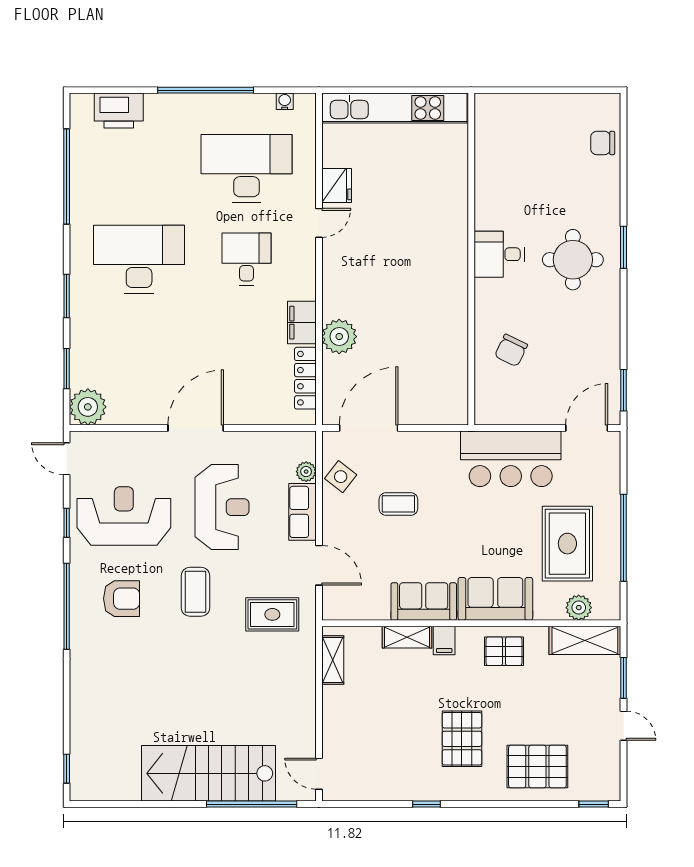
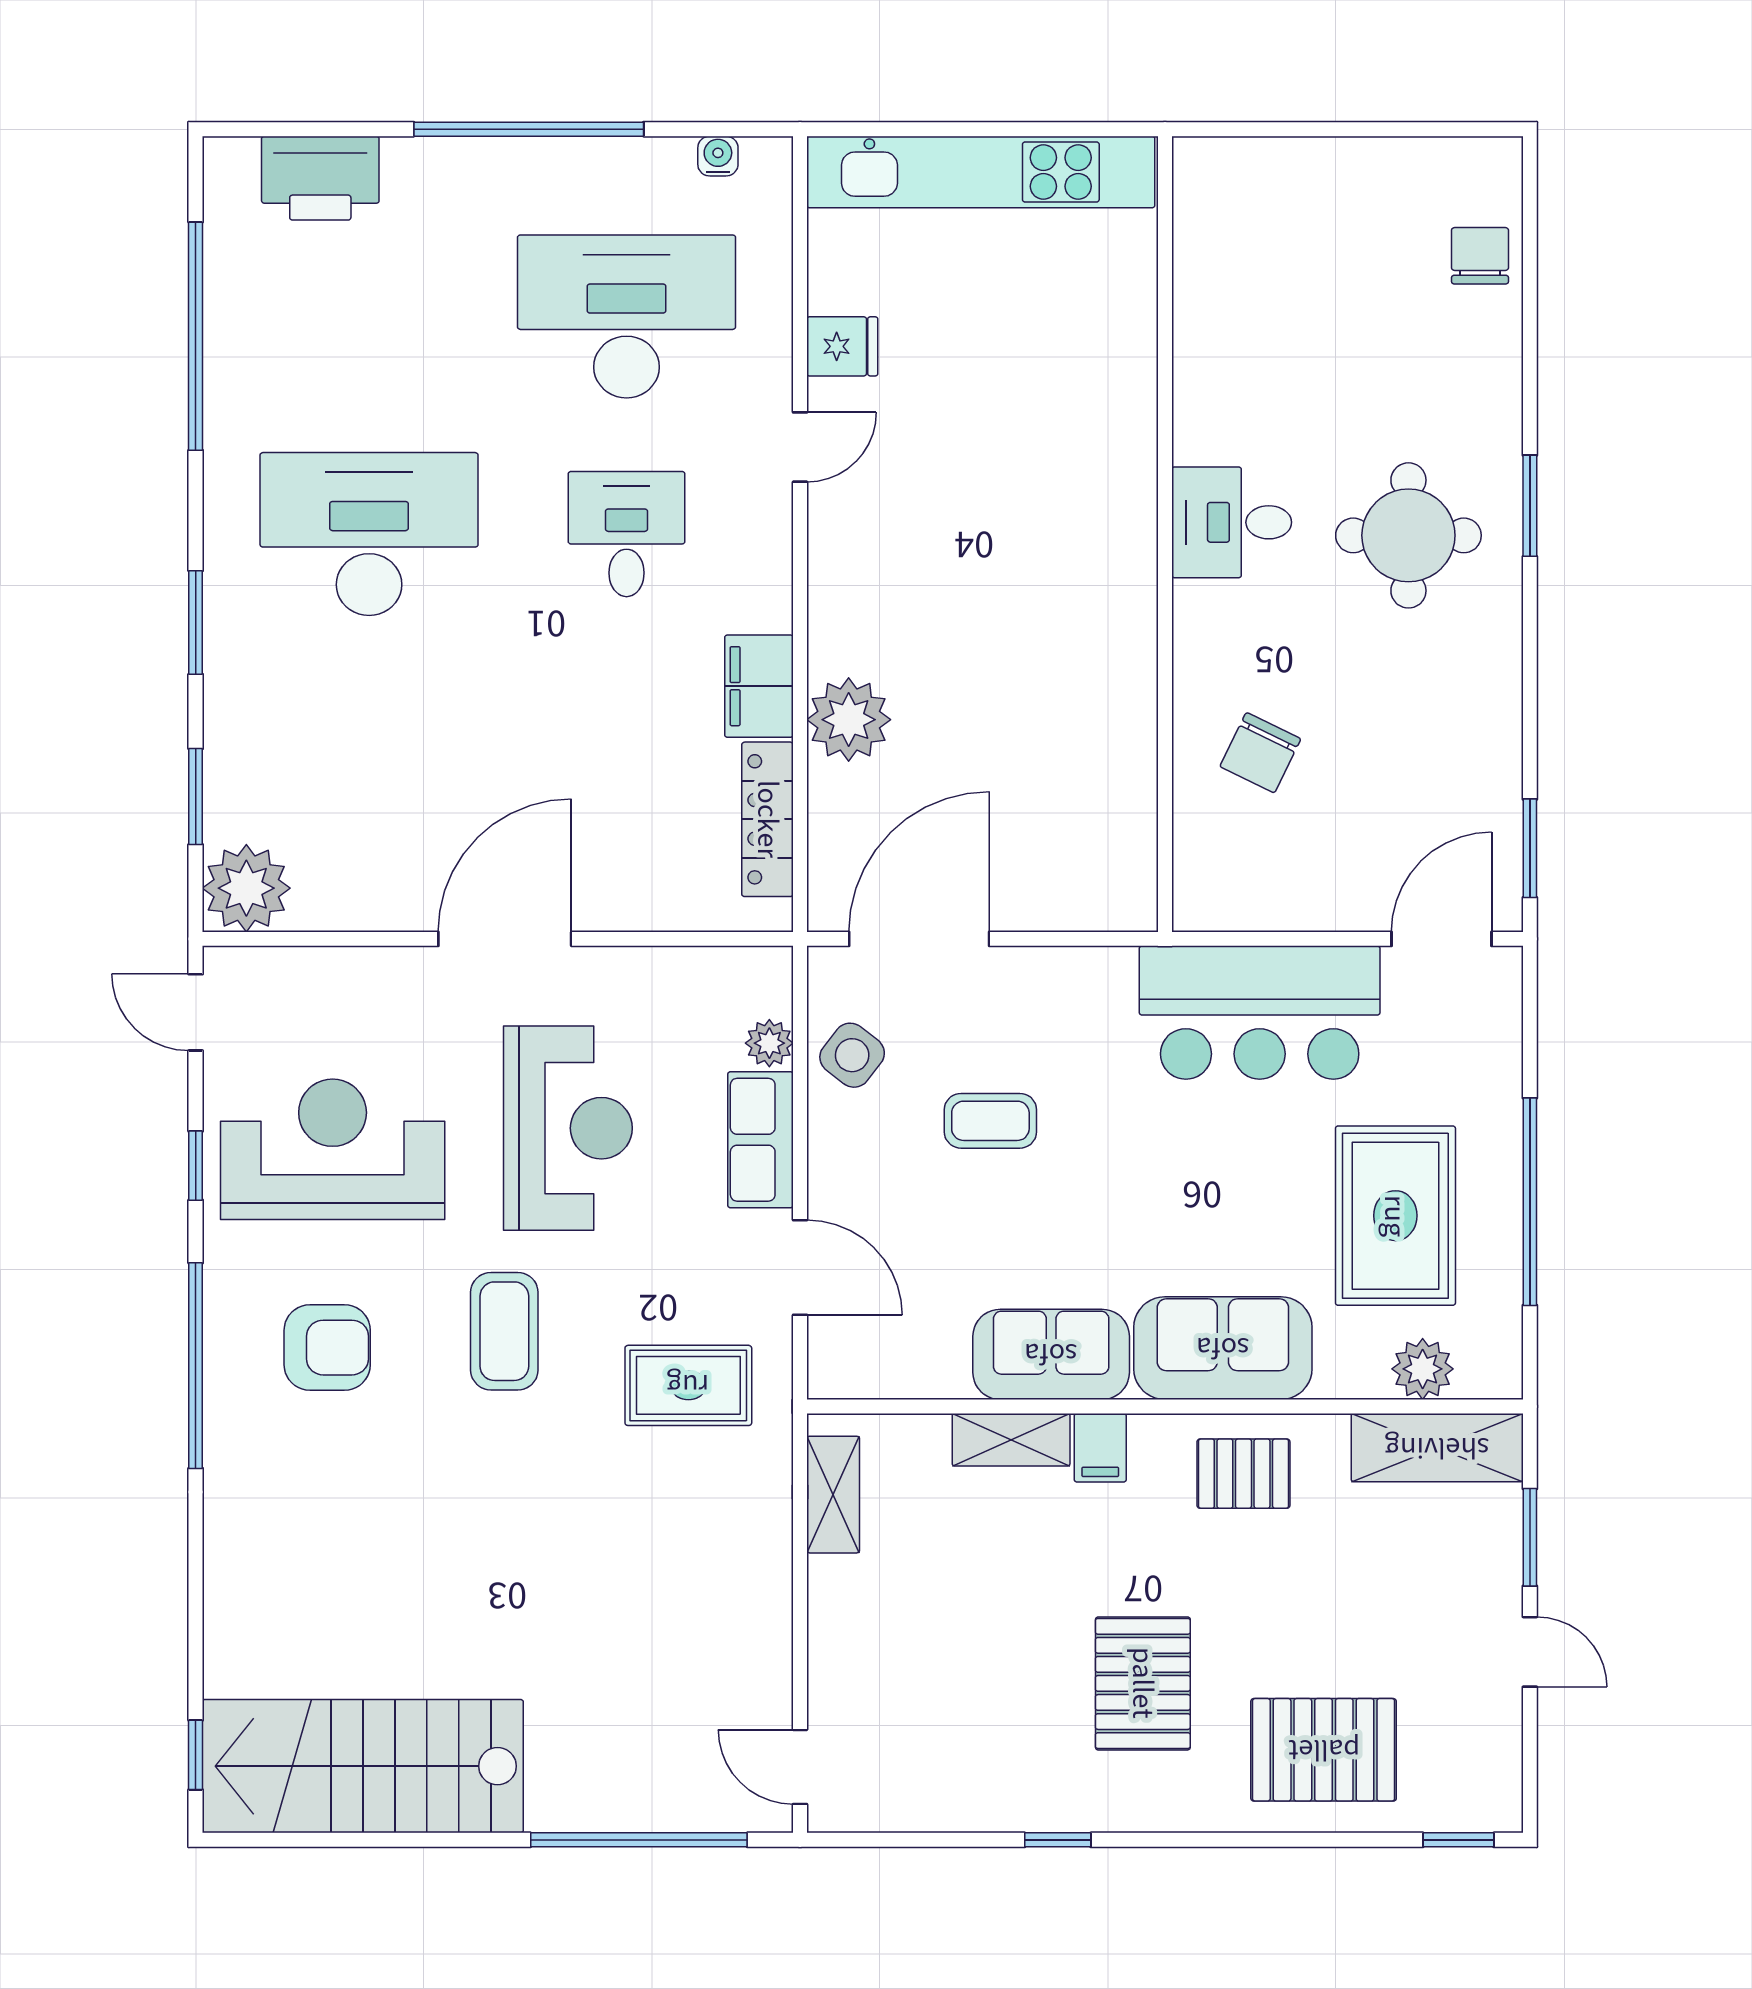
chair: (603, 143) -> (1480, 256), turned 90
fridge: (337, 186) -> (842, 346), width x0.72
stairs: (208, 773) -> (363, 1766), moved

